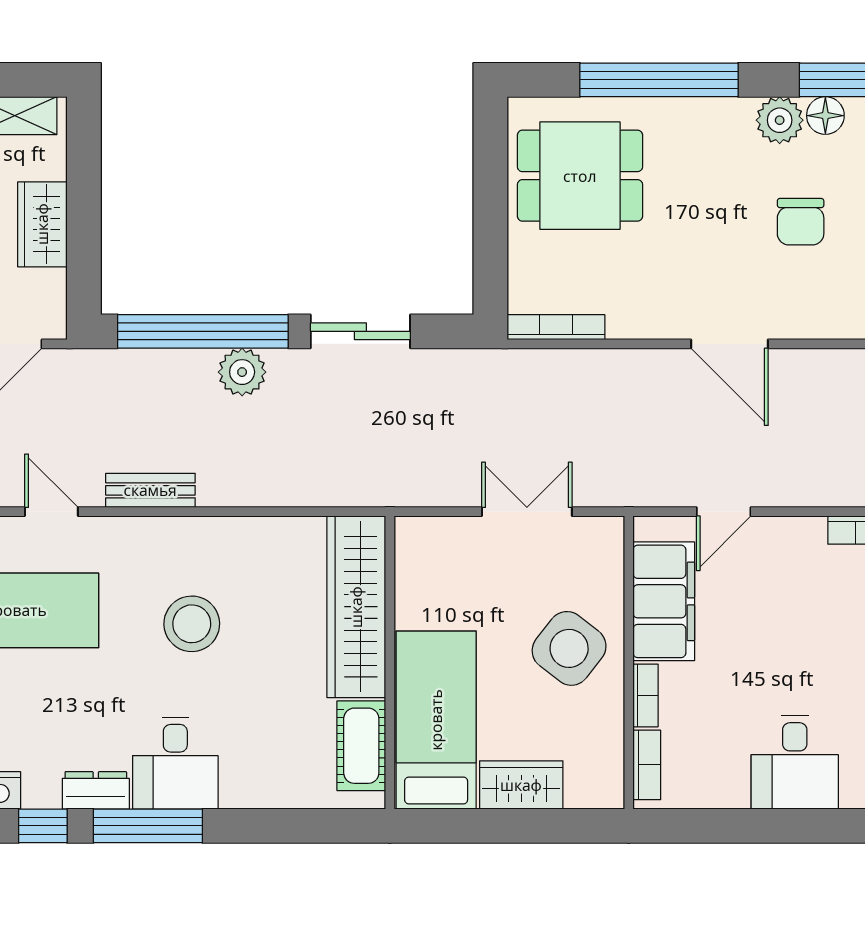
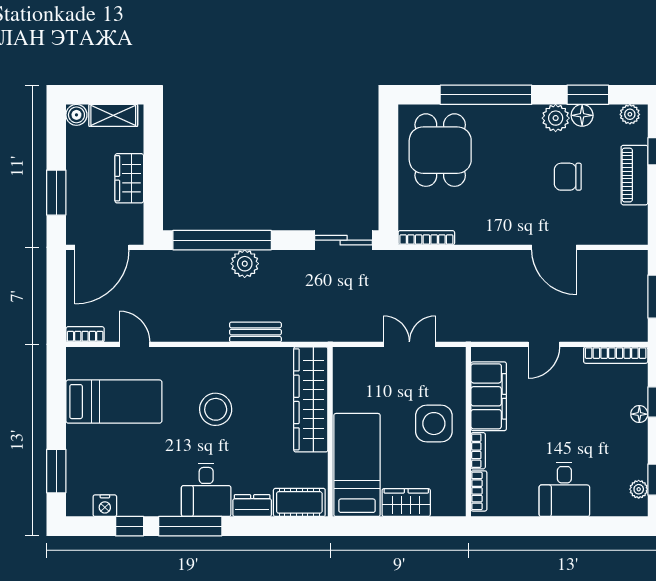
dining table: (580, 176) -> (440, 150), turned 90
chair: (801, 222) -> (568, 177), turned 90
sliding door: (360, 331) -> (344, 240), moved
door: (730, 344) -> (554, 247), moved
bench: (150, 490) -> (255, 332), moved
door: (724, 512) -> (544, 344), moved
side table: (569, 648) -> (434, 424), turned -38
cot: (361, 746) -> (299, 502), moved, turned 90
dresser: (96, 790) -> (252, 506), moved

